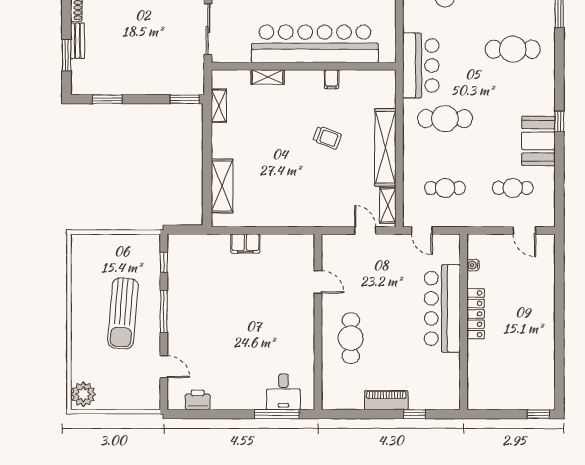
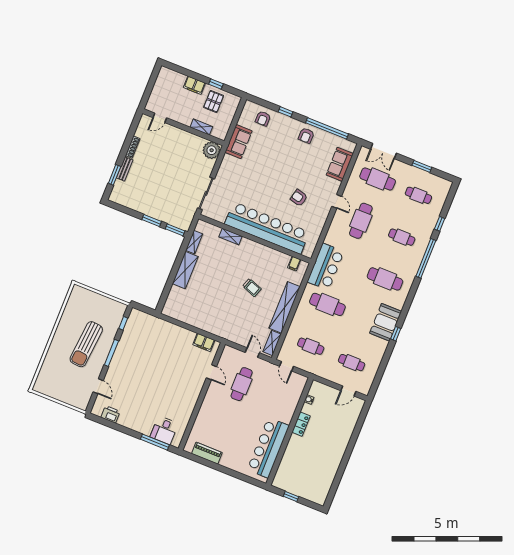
filing cabinet: (332, 79) -> (294, 264), moved
window: (107, 99) -> (152, 221), moved
booth: (538, 141) -> (386, 322), moved
shelving: (222, 186) -> (185, 270), moved
door: (524, 230) -> (348, 391), hinge flipped
filing cabinet: (245, 243) -> (204, 342), moved
bar counter: (442, 308) -> (268, 448), moved
locker: (476, 314) -> (301, 424), width x0.66
cafe table: (351, 338) -> (242, 384), moved
plant: (83, 394) -> (43, 383), removed
piano: (386, 400) -> (207, 453), moved
window: (415, 414) -> (238, 475), removed
window: (538, 414) -> (291, 497), moved

